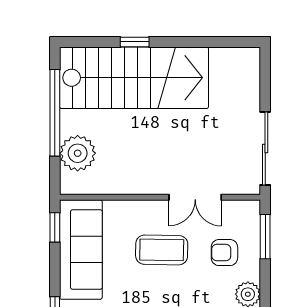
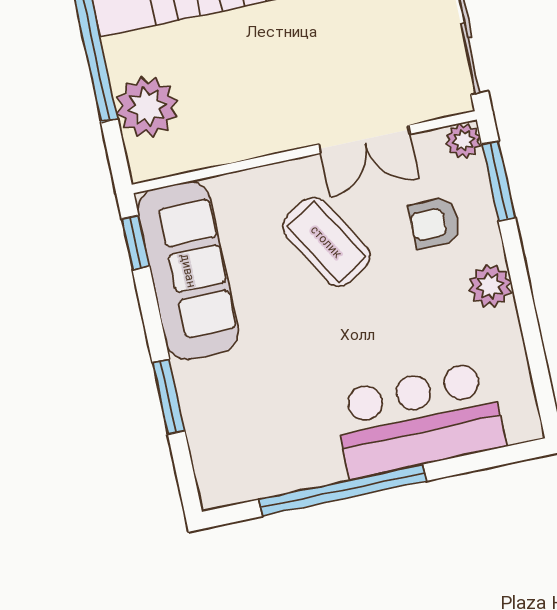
plant: (250, 210) -> (463, 141), added
coffee table: (162, 250) -> (326, 242), turned 58

